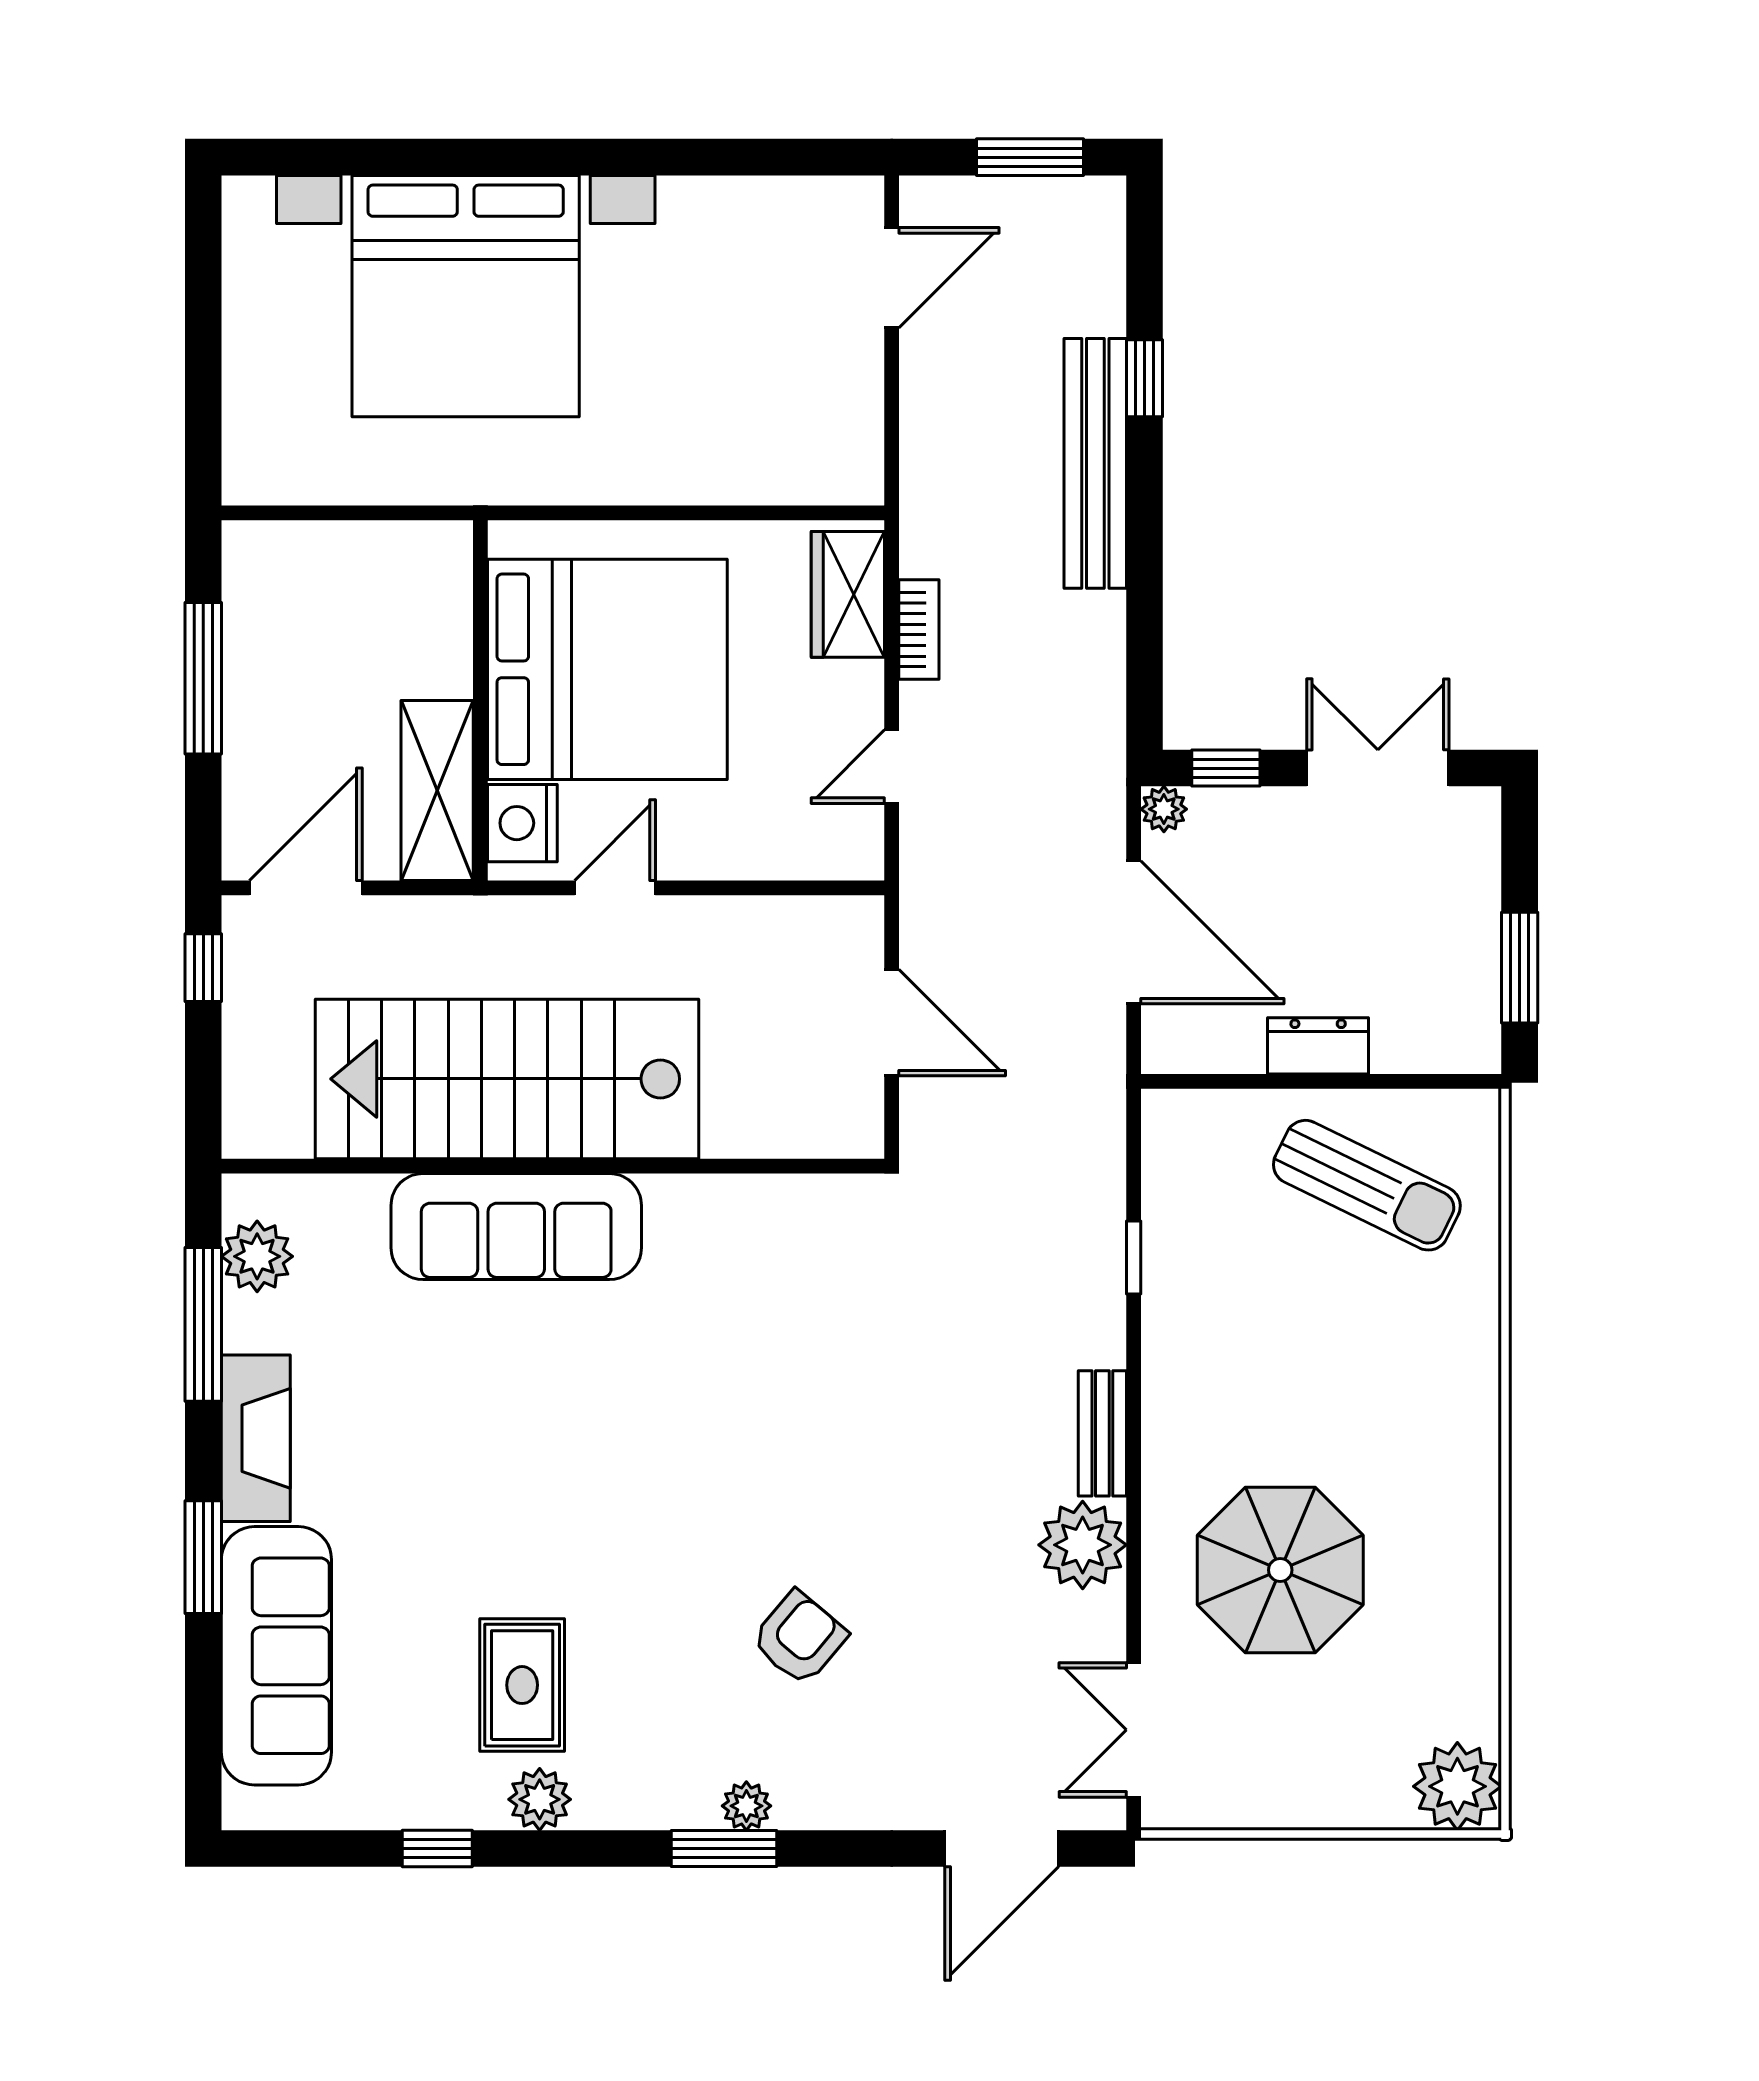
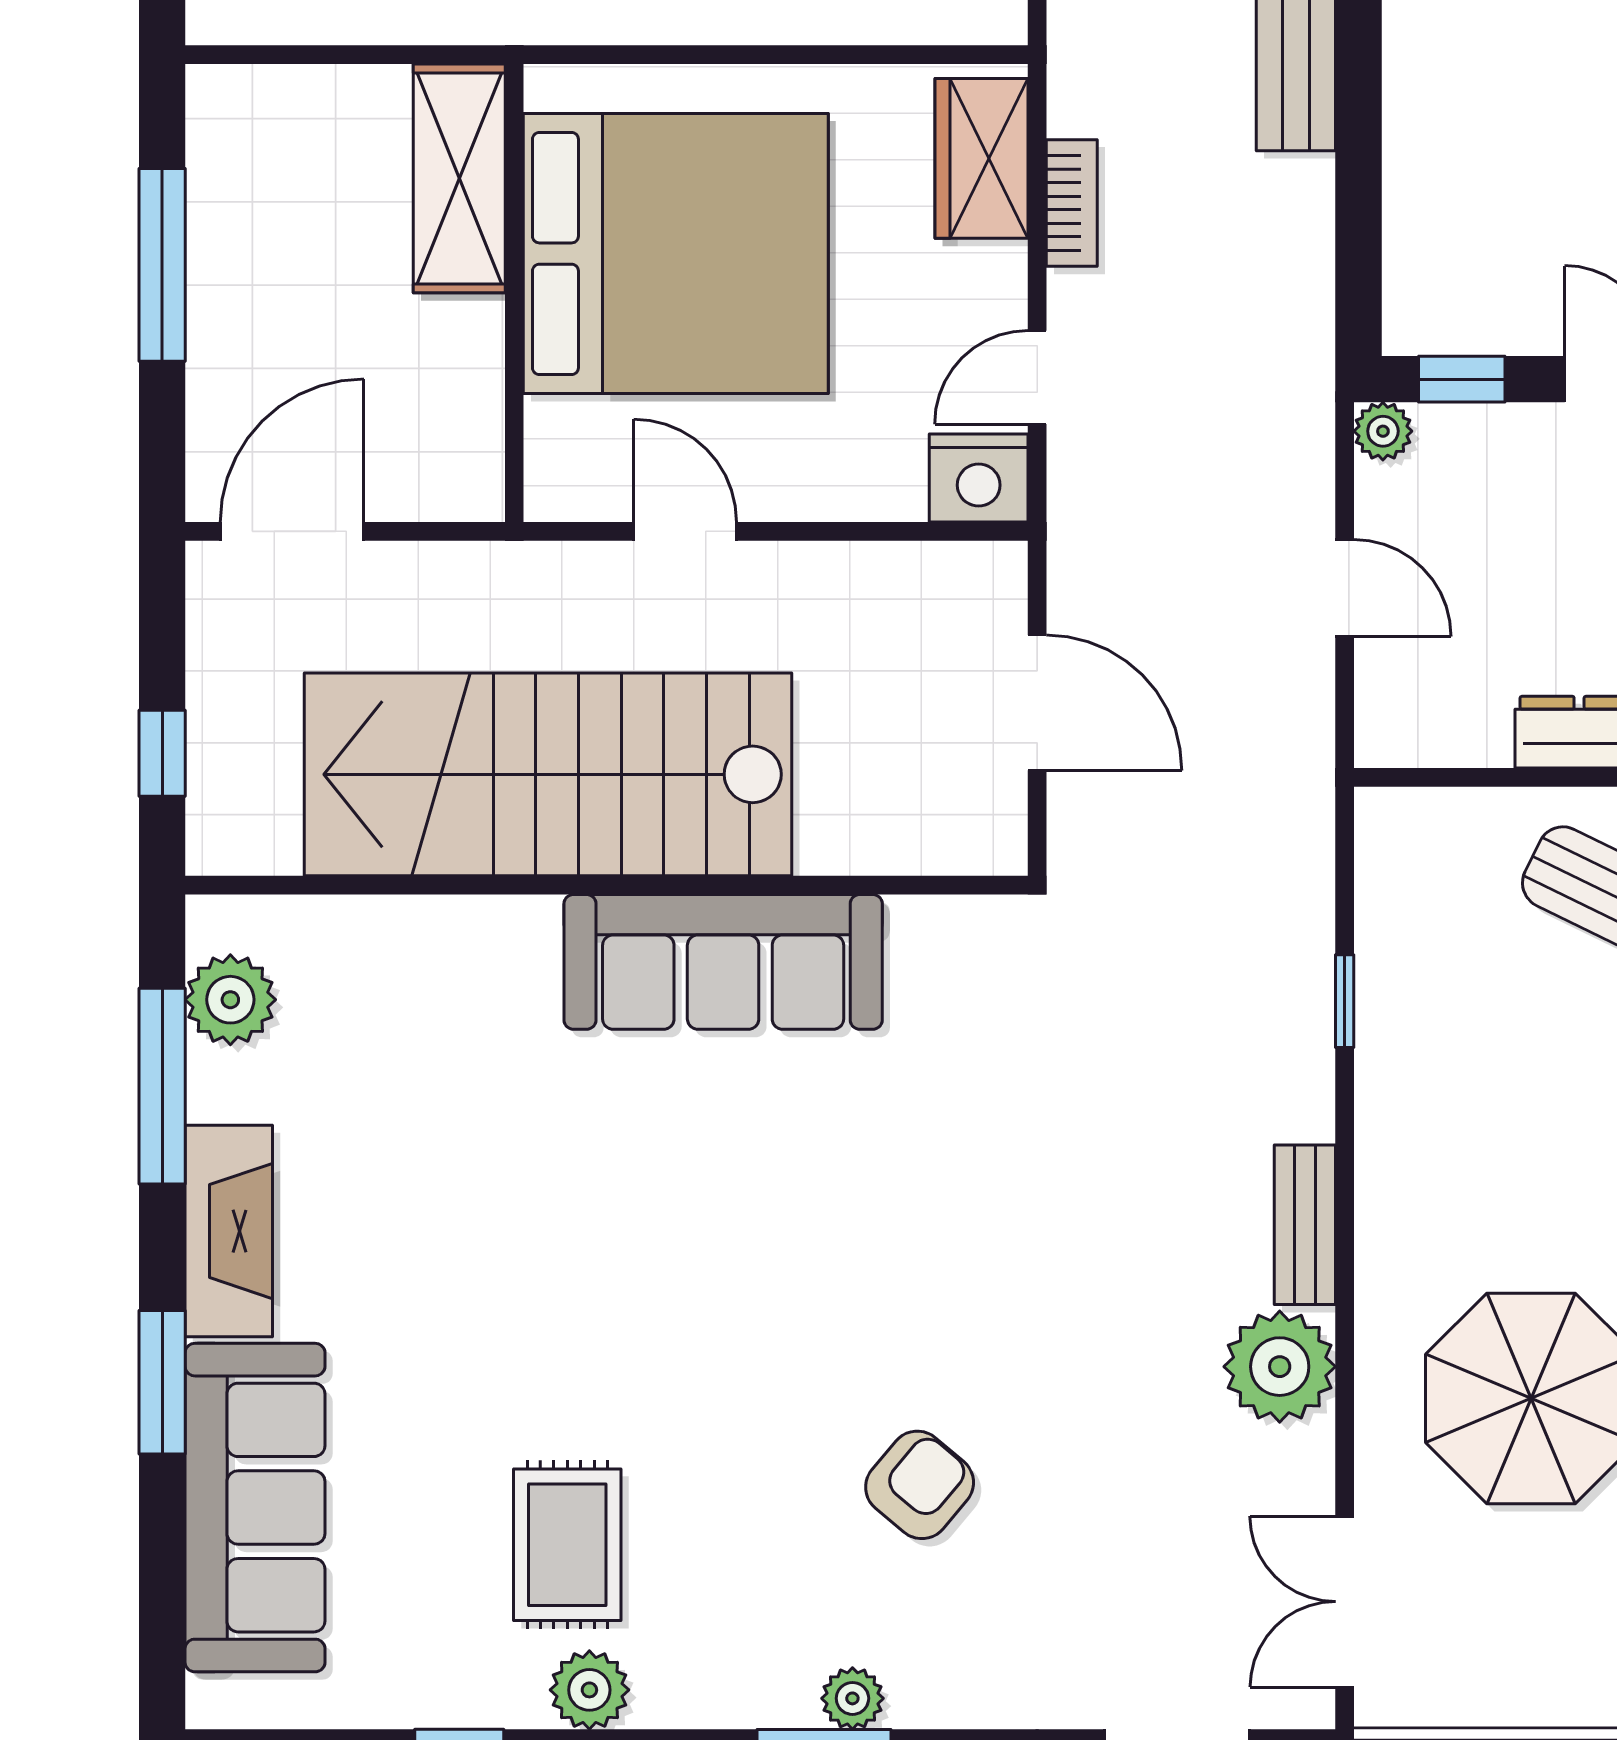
shelving: (437, 790) -> (459, 178), moved
nightstand: (522, 823) -> (979, 478), moved, turned -90
door: (615, 888) -> (685, 531), hinge flipped
door: (1134, 932) -> (1345, 588), width x0.53
window: (203, 968) -> (162, 753), moved
sofa: (516, 1227) -> (723, 962), moved

